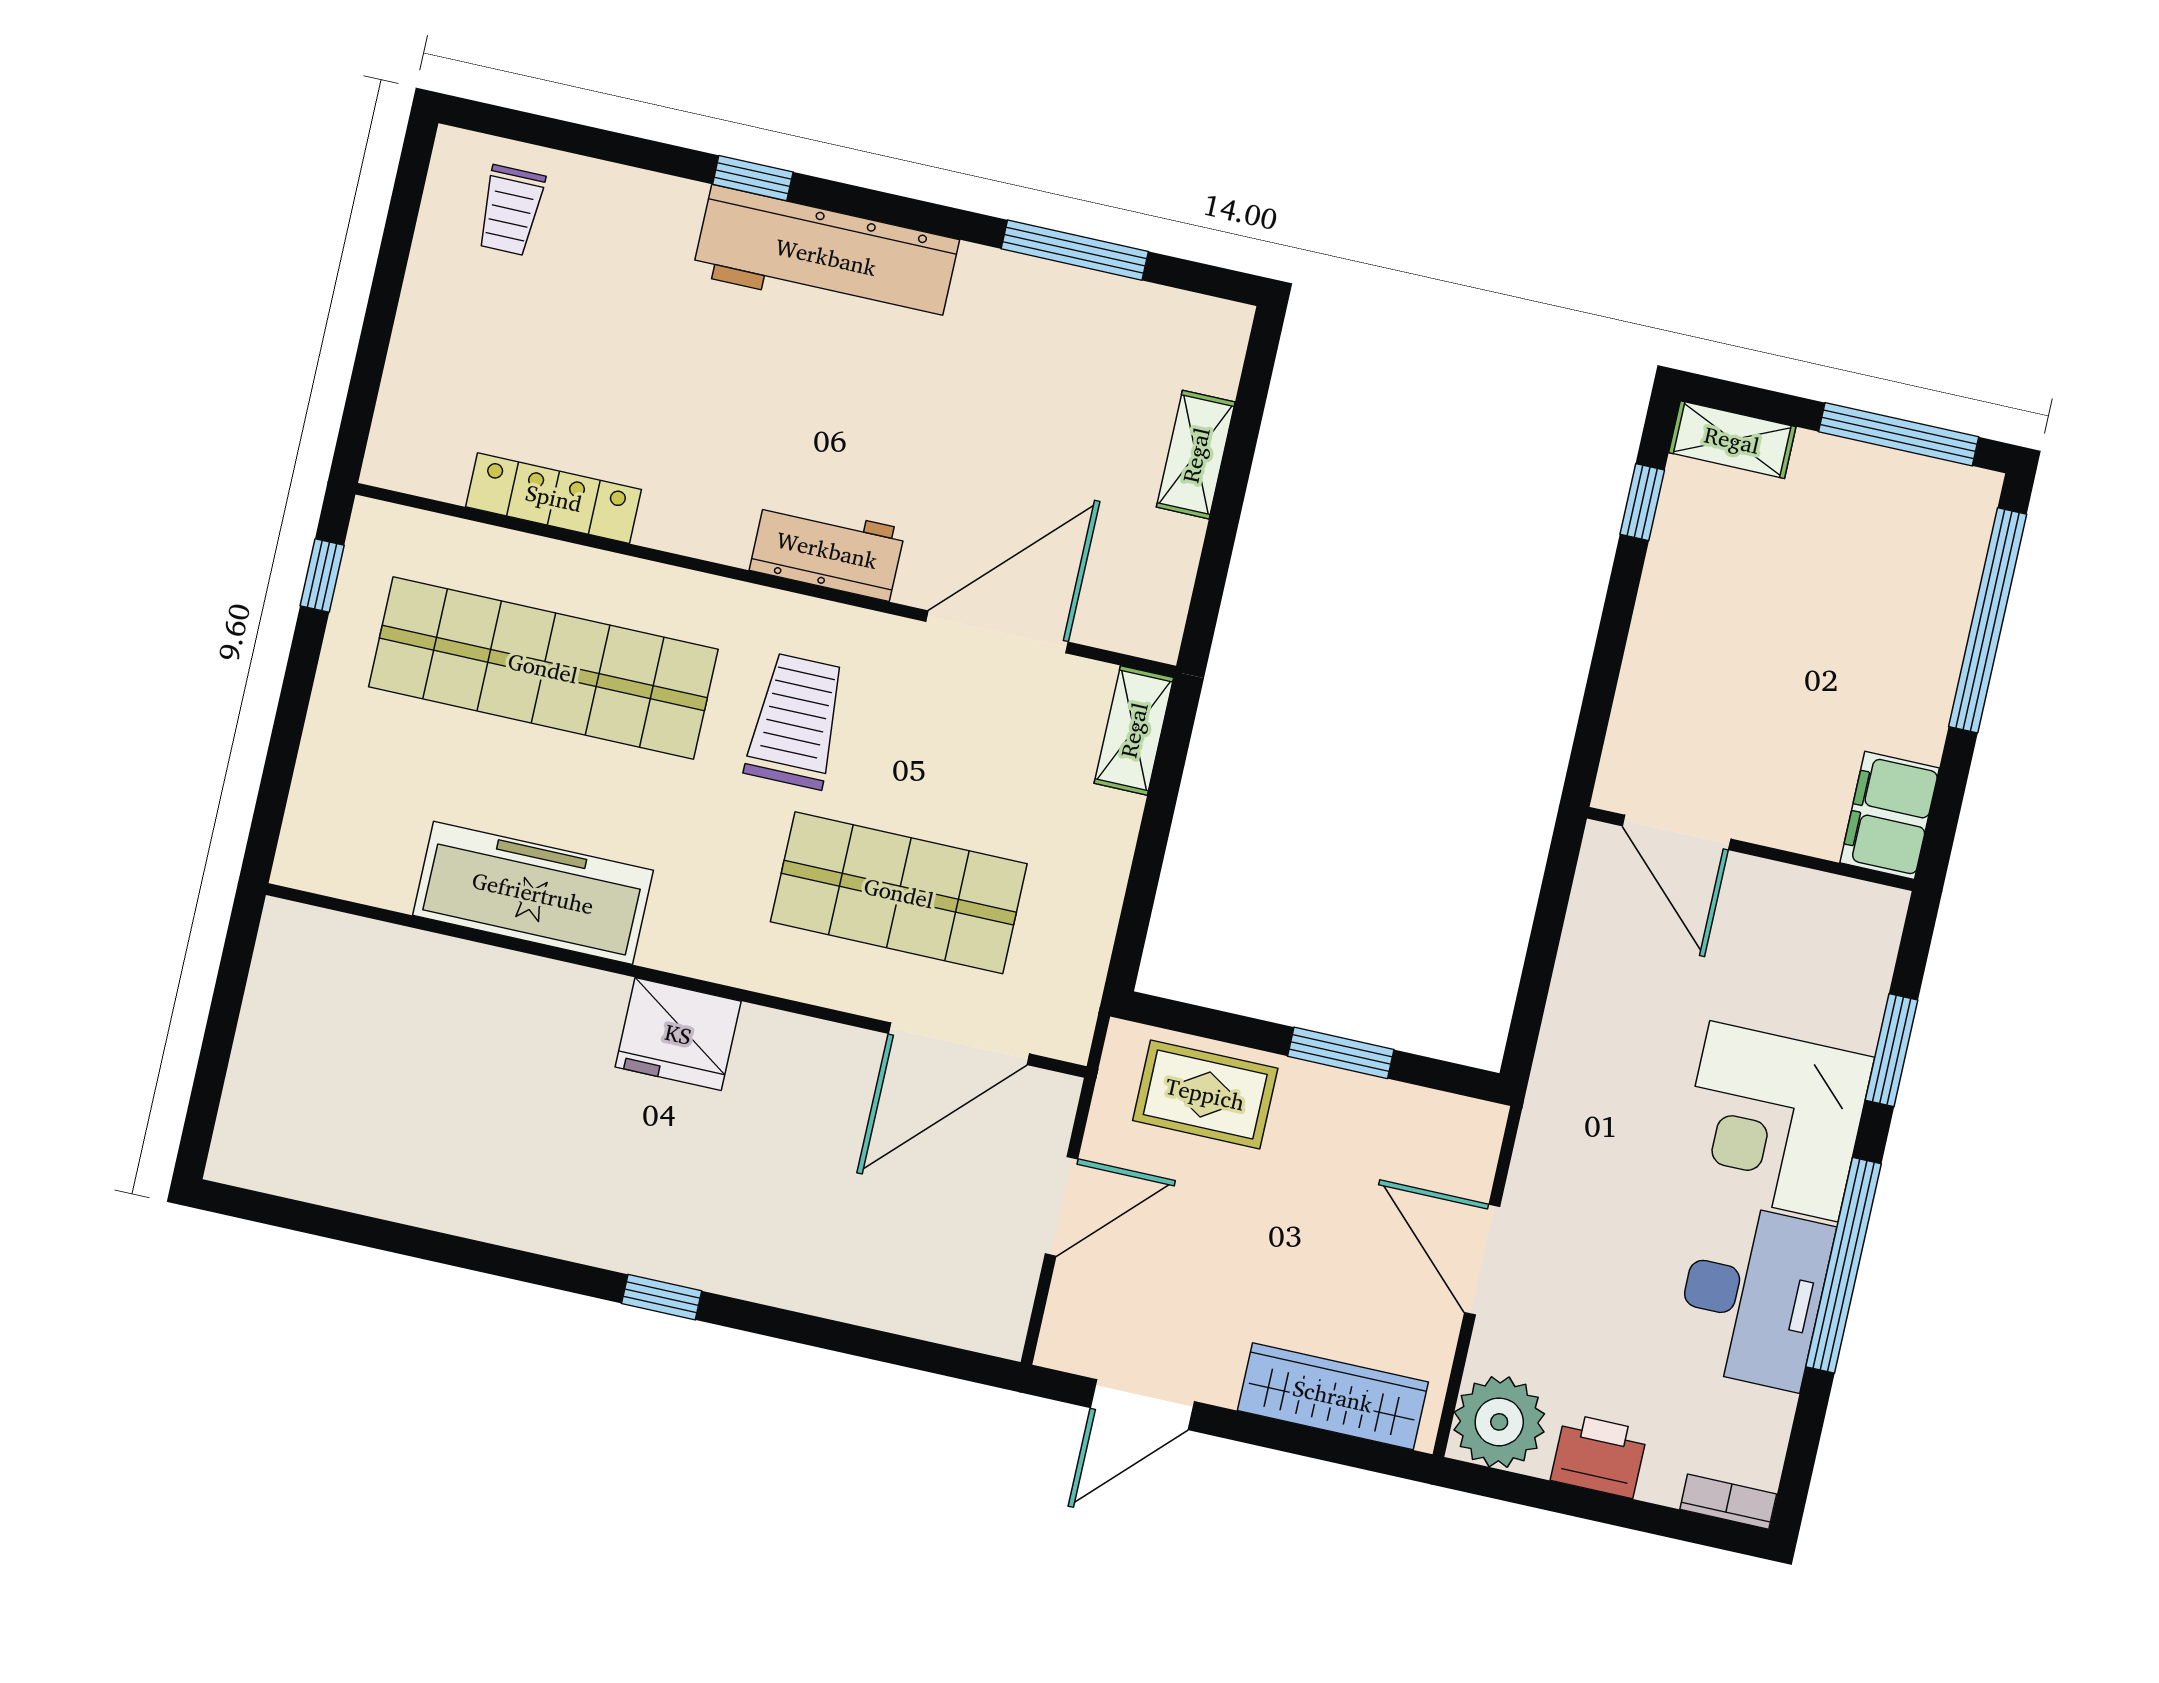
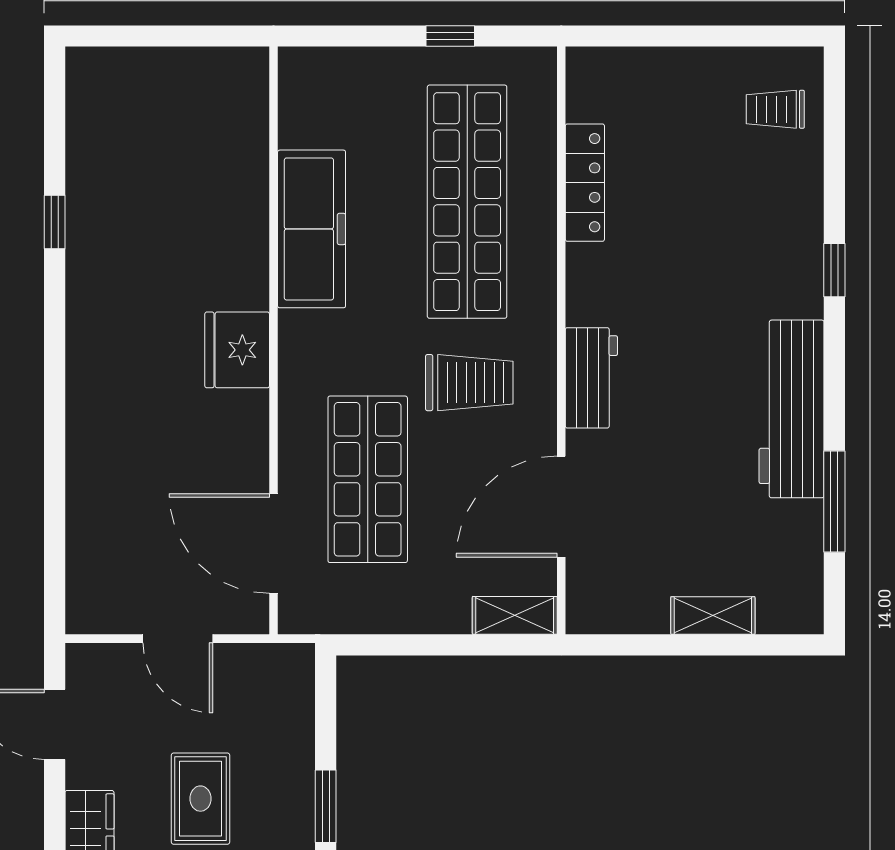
workbench: (826, 257) -> (792, 409), moved
window: (322, 575) -> (450, 36), moved
door: (997, 632) -> (561, 507), swing flipped
rug: (1205, 1094) -> (200, 799), moved
window: (662, 1297) -> (55, 222), moved

